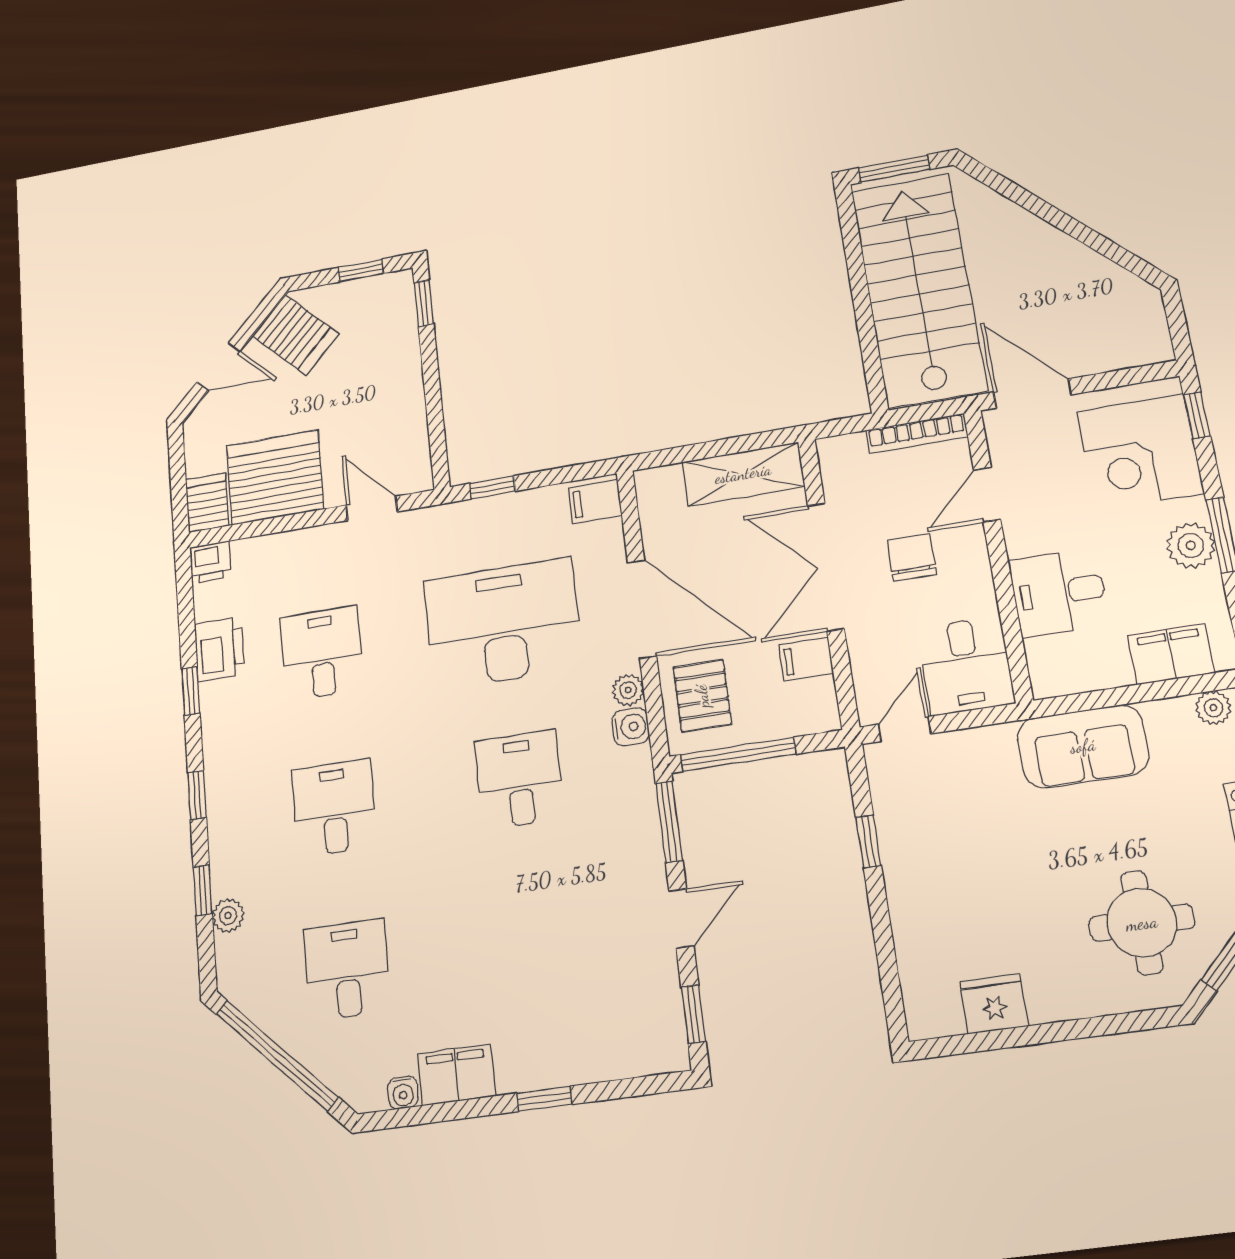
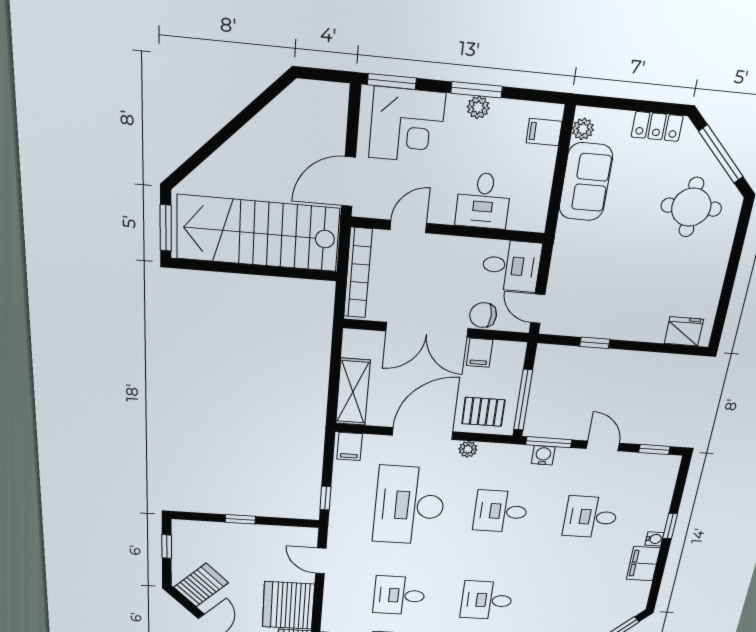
window: (424, 303) -> (240, 519), moved
window: (1197, 415) -> (392, 81), width x1.50
bookcase: (917, 434) -> (358, 273), width x1.48, depth x1.31
shelving: (743, 474) -> (353, 392), moved
door: (987, 495) -> (408, 226), swing flipped
door: (372, 508) -> (321, 561), hinge flipped
plant: (1191, 545) -> (478, 107), width x0.73, depth x0.73
chair: (912, 557) -> (483, 315), moved
filing cabinet: (1171, 654) -> (544, 132), width x0.50
water cooler: (631, 727) -> (543, 455), moved
sofa: (1083, 746) -> (586, 182), moved
desk: (347, 970) -> (591, 517), moved
fridge: (994, 1004) -> (684, 331), moved, turned 90
water cooler: (403, 1093) -> (654, 539), moved

